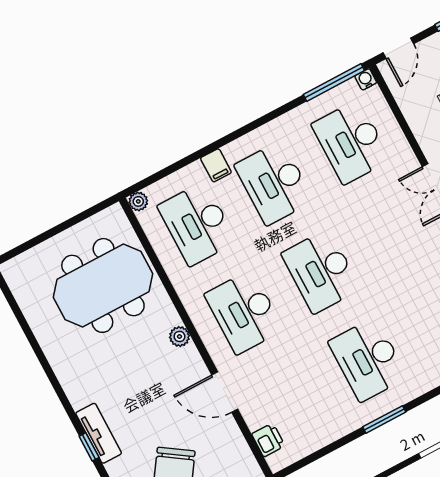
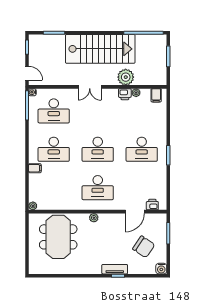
desk: (197, 224) -> (54, 188), removed
door: (225, 392) -> (135, 212), moved

